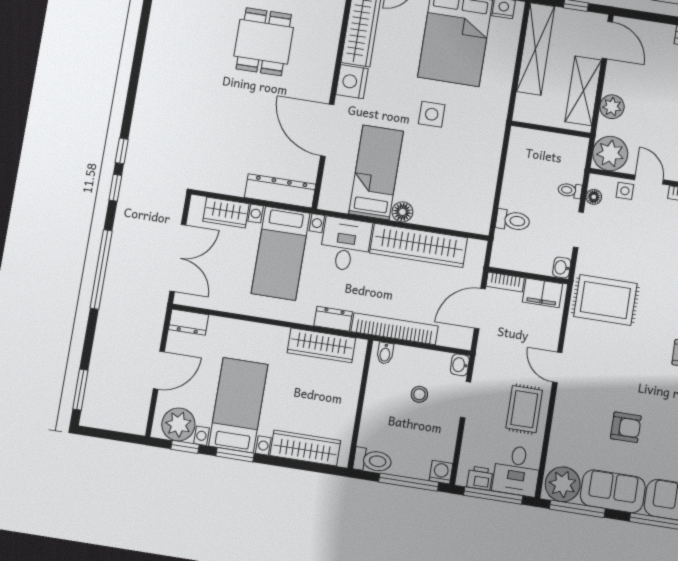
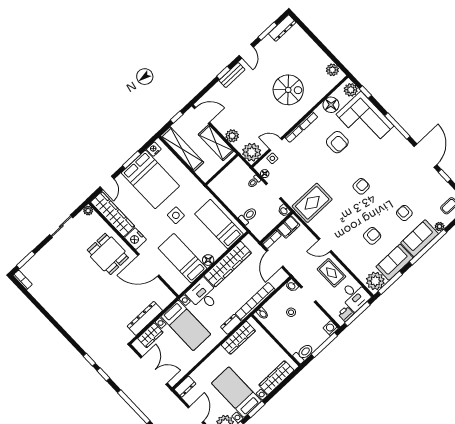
dining table: (264, 42) -> (108, 254), moved
bed: (468, 187) -> (219, 224), added
dresser: (280, 191) -> (145, 318), moved

